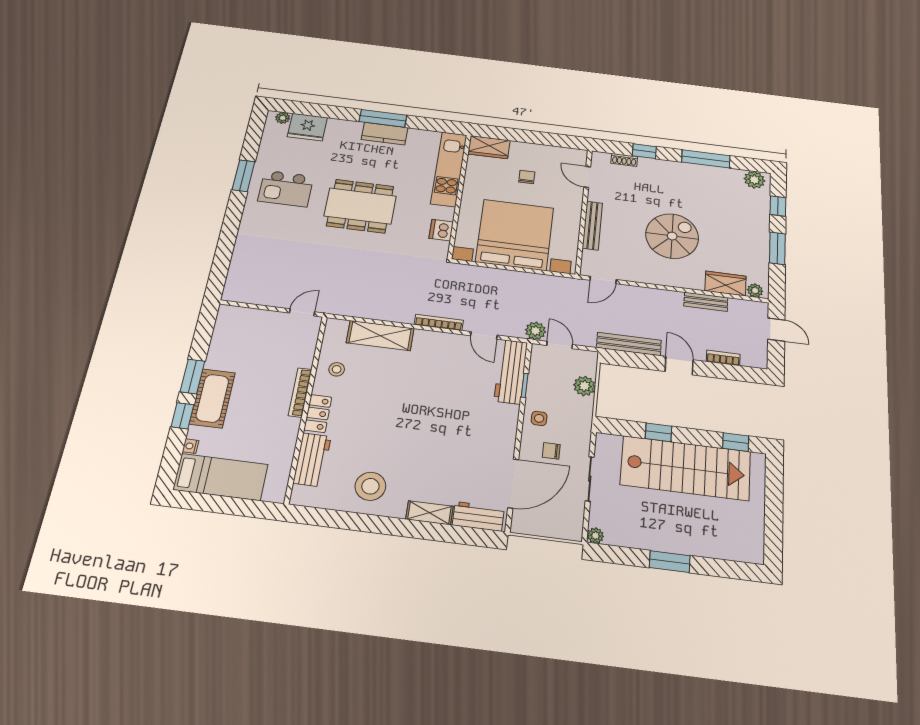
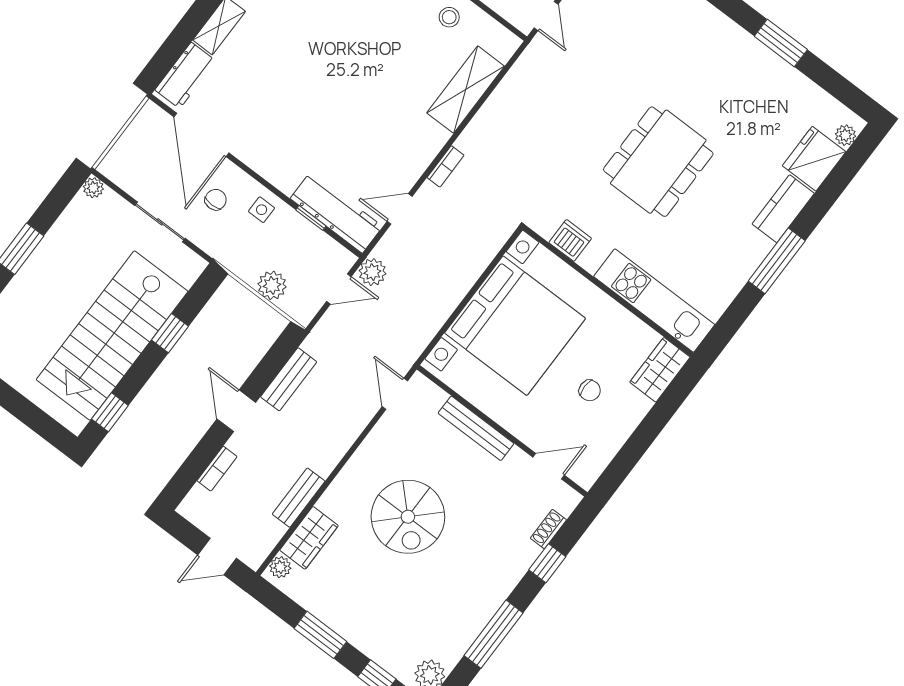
kitchen counter: (385, 134) -> (783, 209), moved
kitchen island: (286, 189) -> (733, 85), removed
bookcase: (439, 322) -> (446, 166), width x0.64
bench: (629, 344) -> (289, 379), width x0.73
door: (679, 365) -> (236, 411), swing flipped

